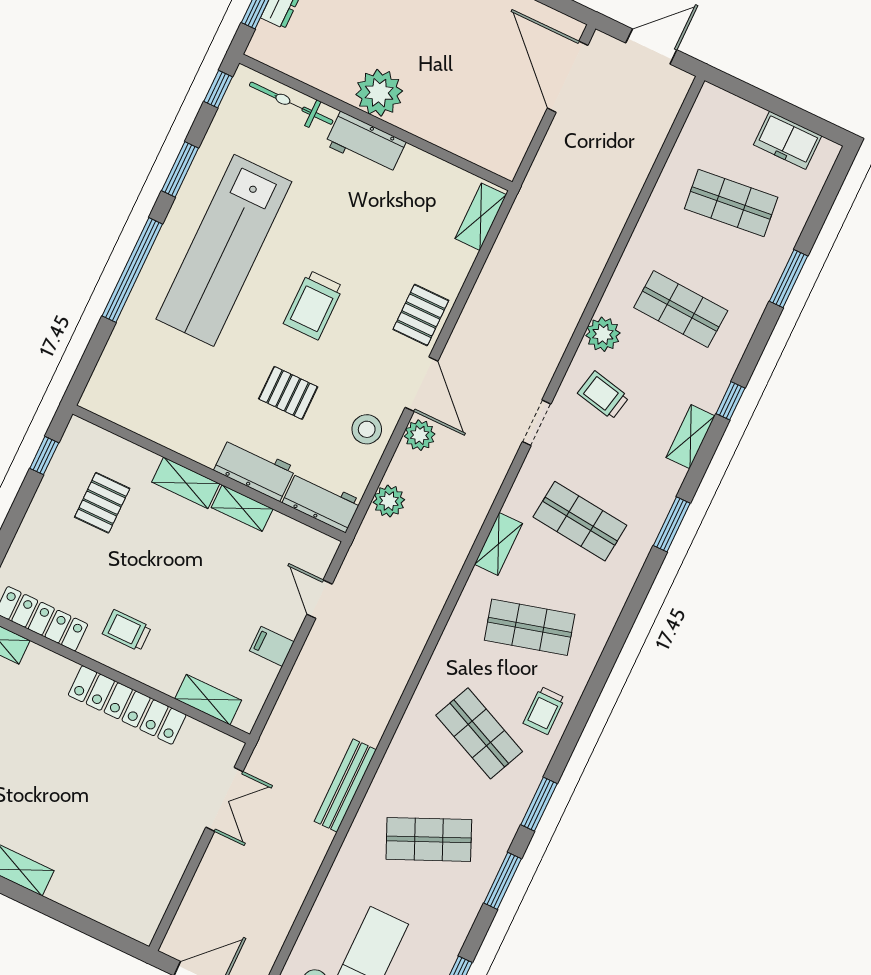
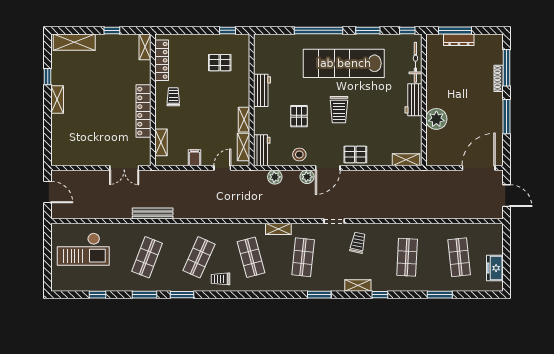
plant: (379, 93) -> (436, 119), moved
trolley: (314, 305) -> (339, 110), turned -90
plant: (603, 334) -> (382, 231), removed
workbench: (255, 469) -> (262, 90), moved
shelving: (186, 483) -> (243, 147), moved
shop shelf: (429, 839) -> (147, 257), turned 45

